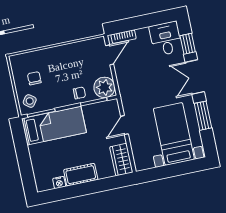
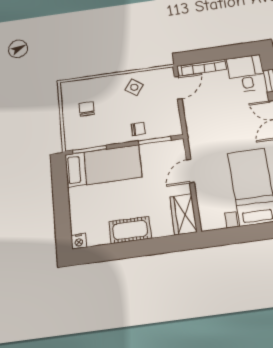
bookcase: (124, 37) -> (204, 67), width x1.56
plant: (104, 87) -> (169, 124), removed
side table: (30, 101) -> (134, 87), moved
nightstand: (59, 182) -> (79, 241), moved

